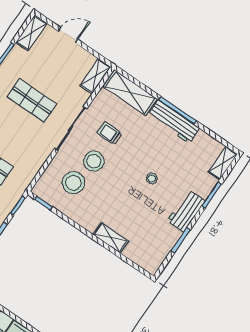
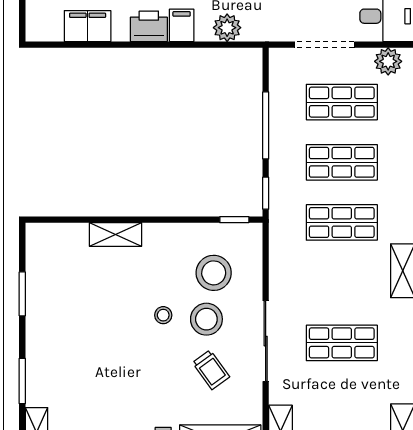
trolley: (110, 133) -> (211, 370), turned 54
stool: (152, 178) -> (163, 315), moved
workbench: (186, 211) -> (41, 337), removed

